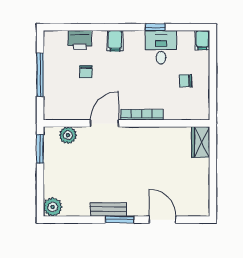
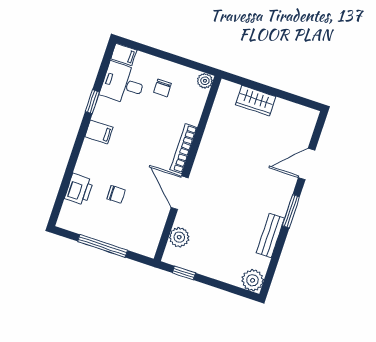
filing cabinet: (115, 41) -> (99, 132), moved
desk: (161, 47) -> (123, 84), moved
plant: (203, 114) -> (205, 81), added
wardrobe: (201, 142) -> (256, 101), moved
window: (40, 149) -> (184, 273), width x0.67
bench: (108, 209) -> (270, 235), moved

